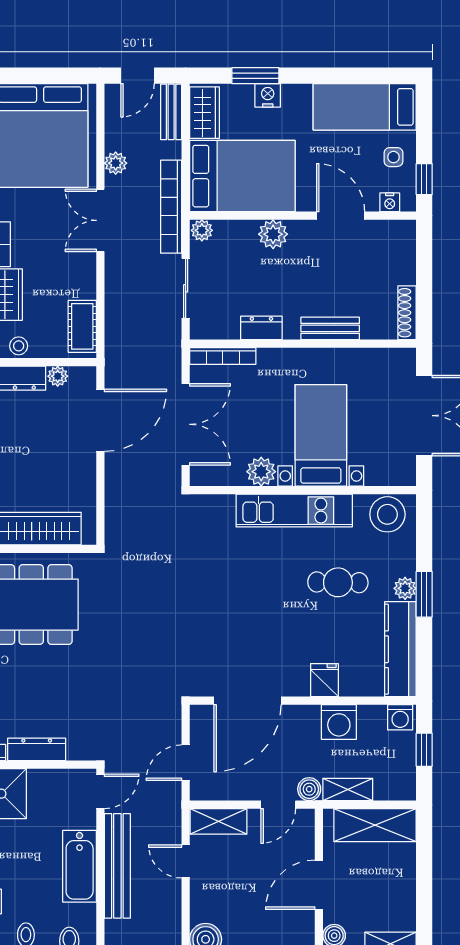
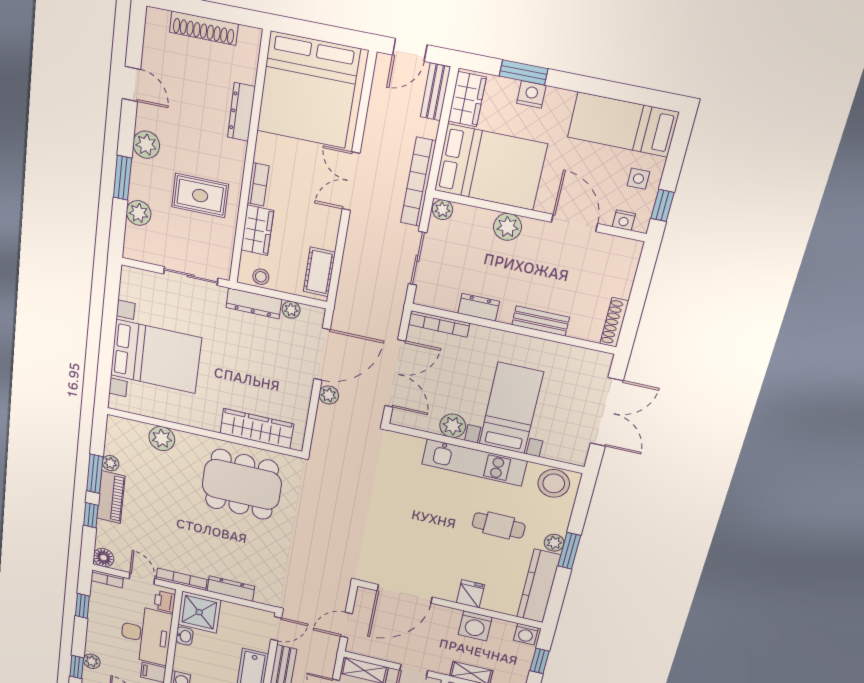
plant: (116, 163) -> (329, 395), moved
boiler: (309, 789) -> (441, 666), removed

